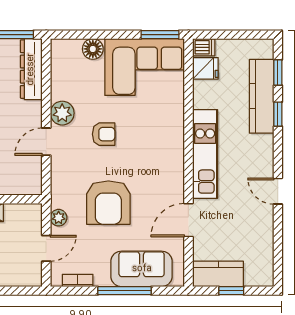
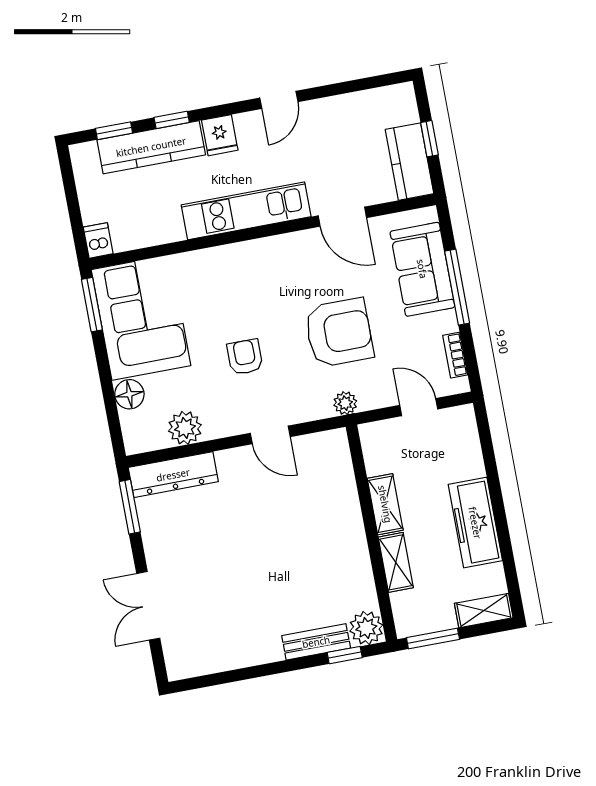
fridge: (205, 68) -> (220, 135), moved, turned 180
plant: (62, 113) -> (185, 428), moved
plant: (59, 218) -> (345, 403), moved

